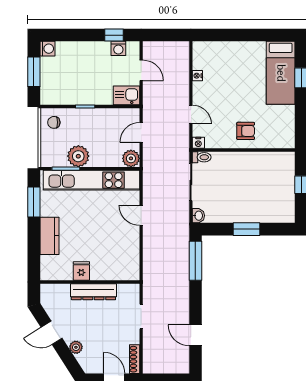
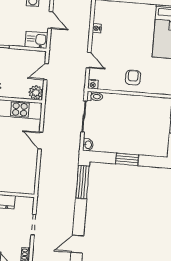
armchair: (246, 131) -> (133, 78), turned -90
door: (195, 335) -> (77, 244), hinge flipped

